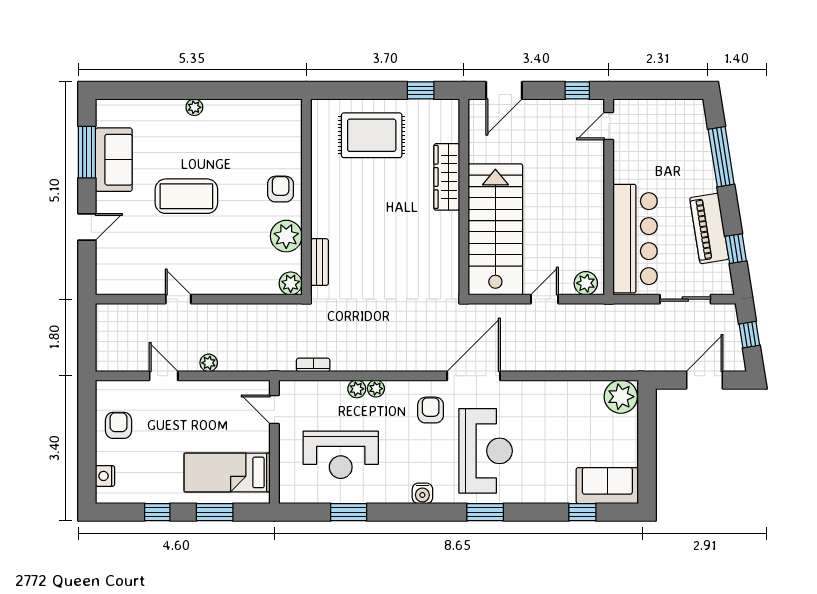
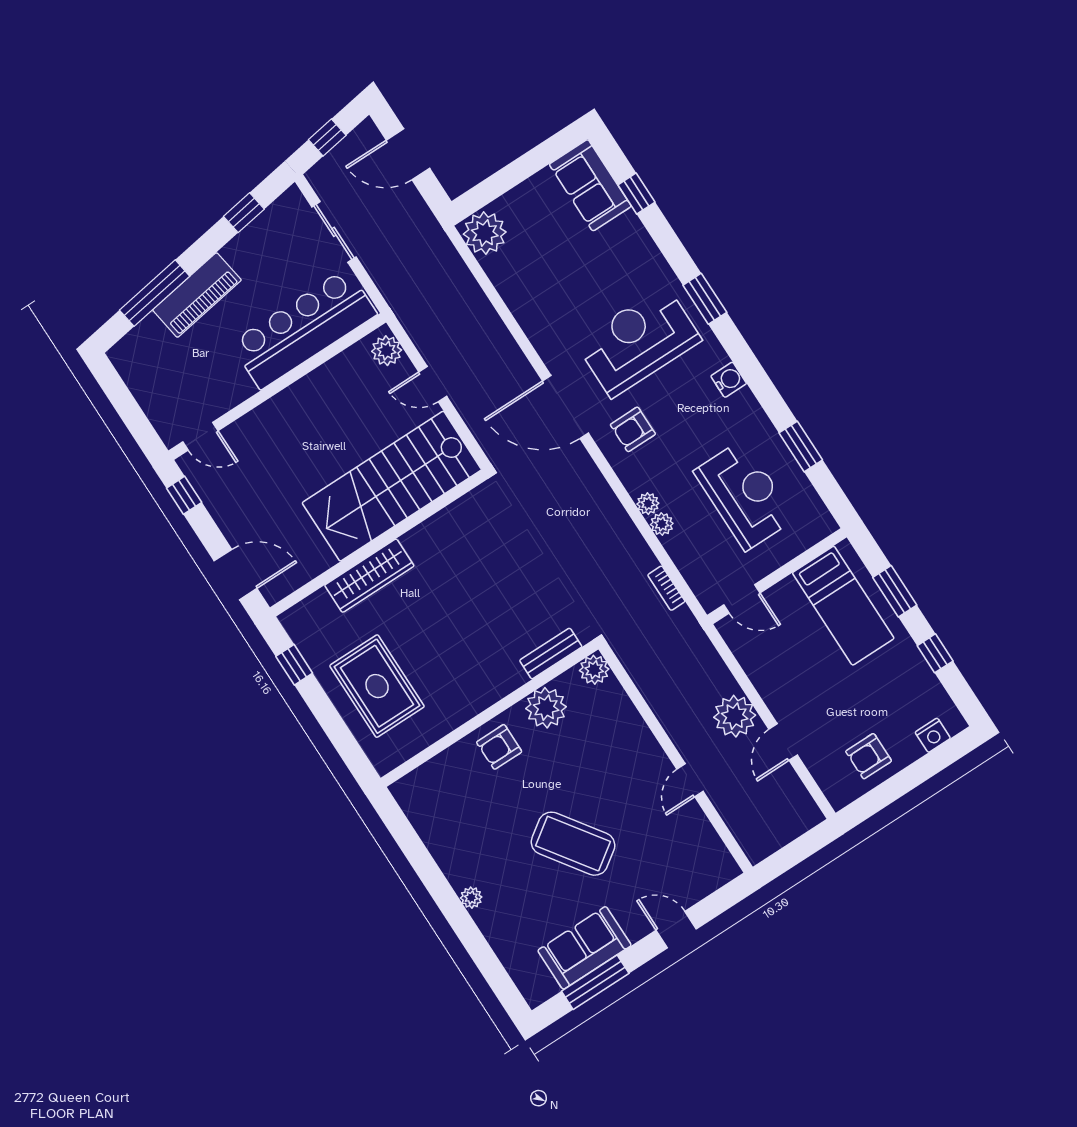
coffee table: (186, 196) -> (573, 844), turned -35
piano: (709, 228) -> (197, 295), moved
plant: (209, 363) -> (735, 716), width x1.88, depth x1.88
door: (274, 409) -> (742, 599), hinge flipped

